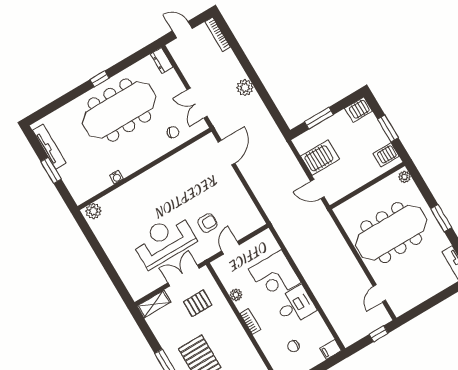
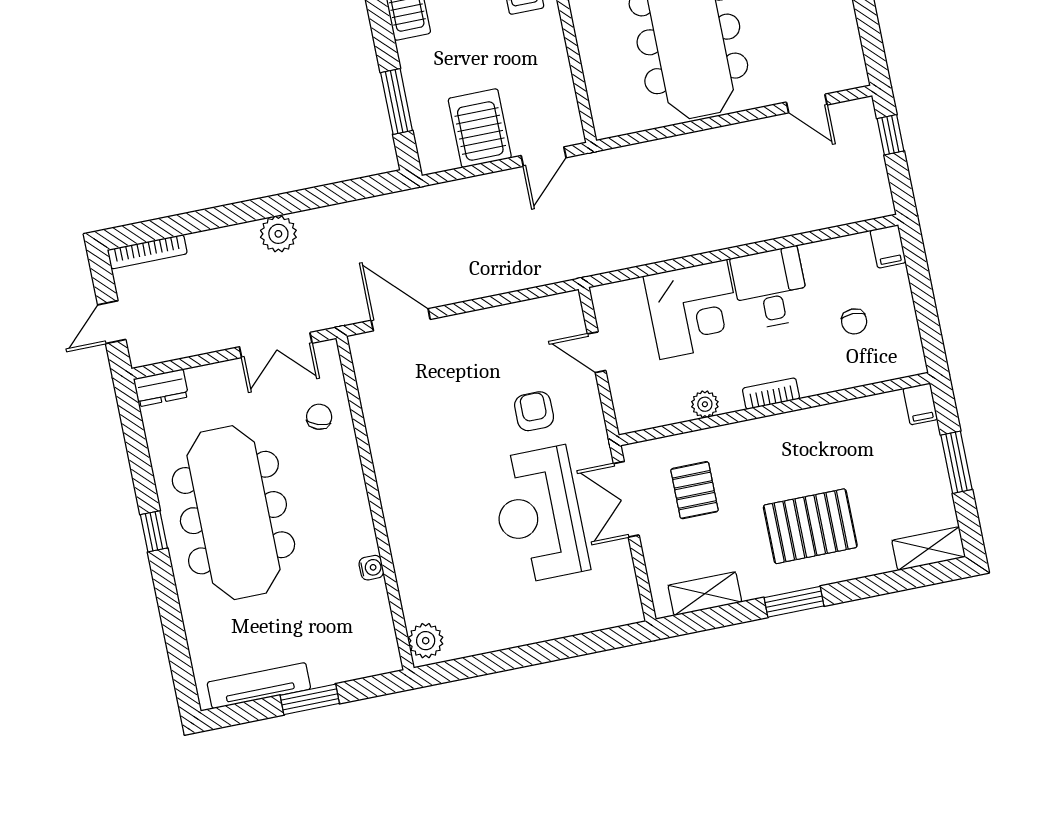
door: (230, 248) -> (597, 352), moved
shelving: (154, 304) -> (705, 594), moved, turned 90

